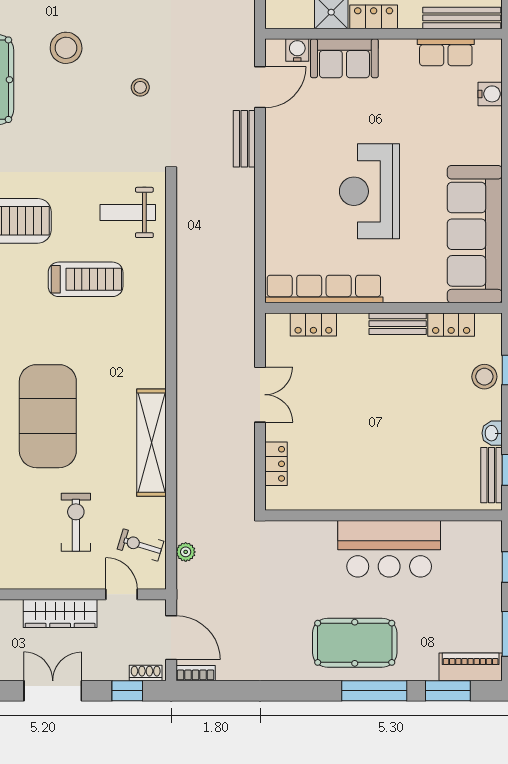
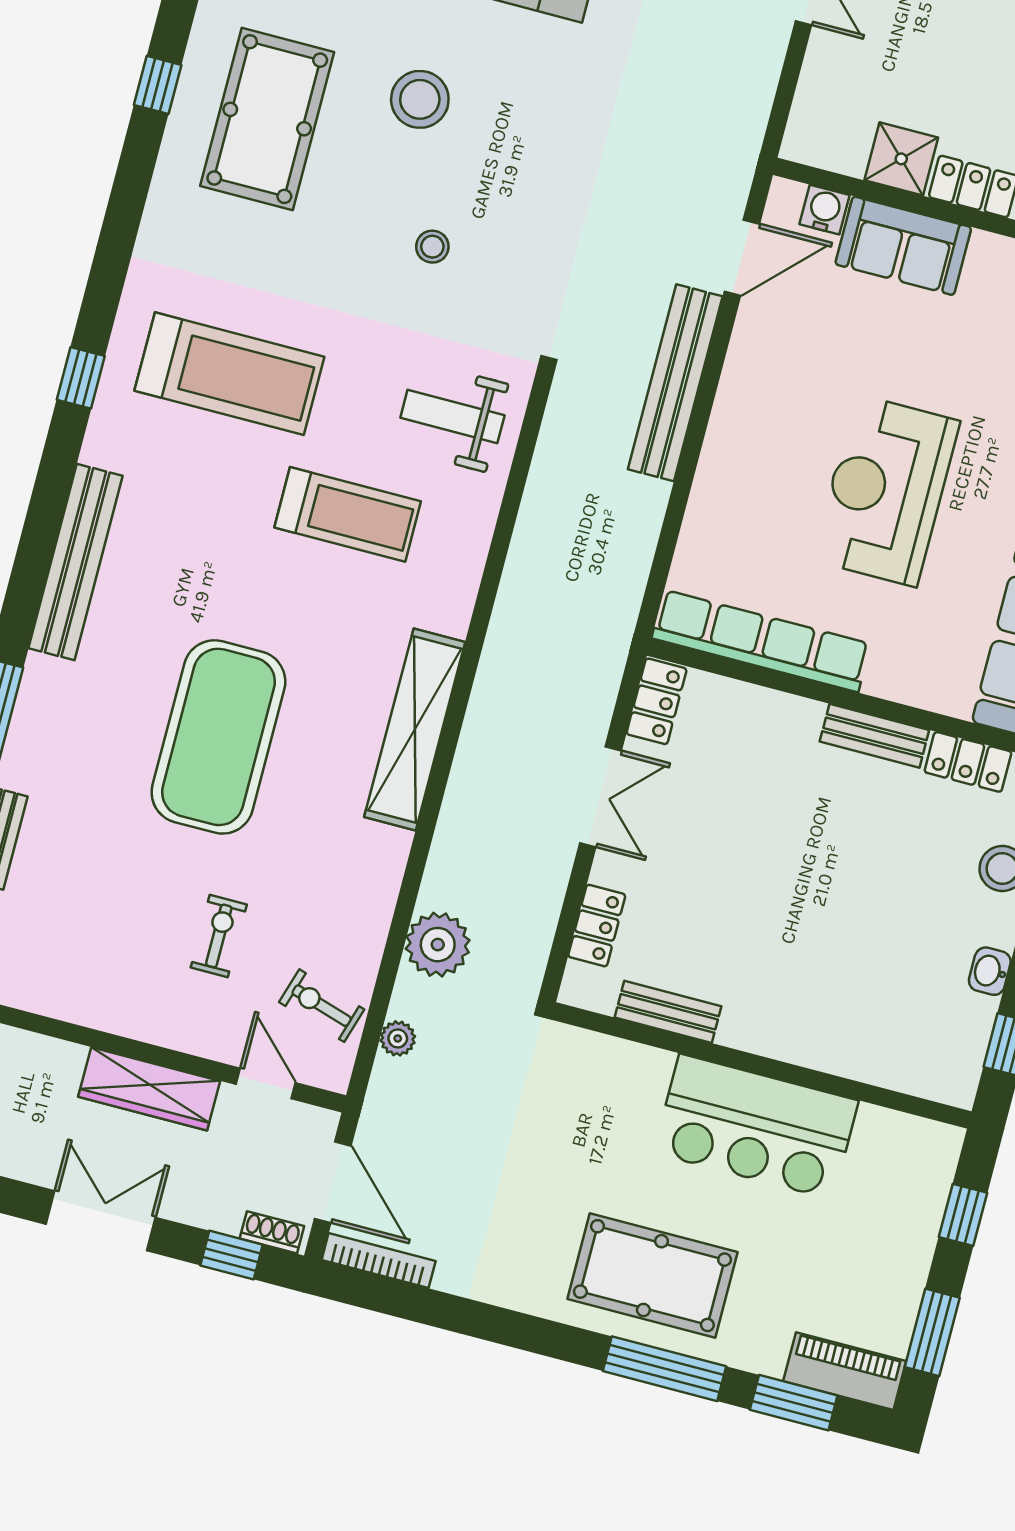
stool: (140, 87) -> (432, 247), moved
bench: (244, 139) -> (675, 383), width x1.86, depth x1.21
locker: (313, 324) -> (657, 701), moved, turned -90
shelving: (151, 443) -> (415, 729), moved
bench: (491, 475) -> (668, 1012), moved, turned 90
plant: (194, 496) -> (438, 945), added
exercise bike: (76, 522) -> (219, 936), width x0.73, depth x0.72
bookcase: (196, 673) -> (379, 1261), width x1.56

